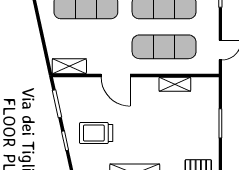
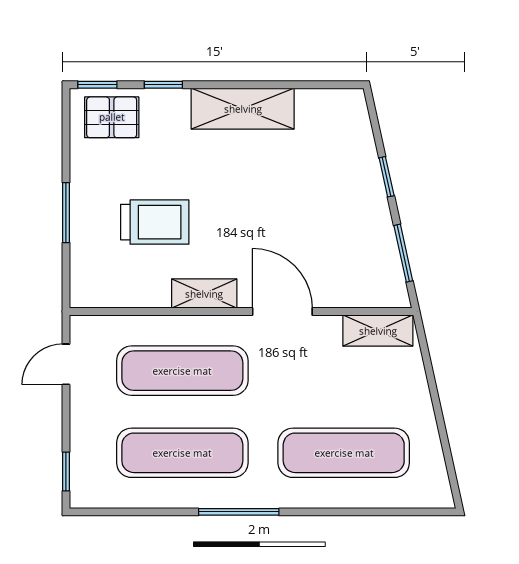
shelving: (175, 84) -> (204, 294), moved
trolley: (96, 133) -> (155, 222), moved

